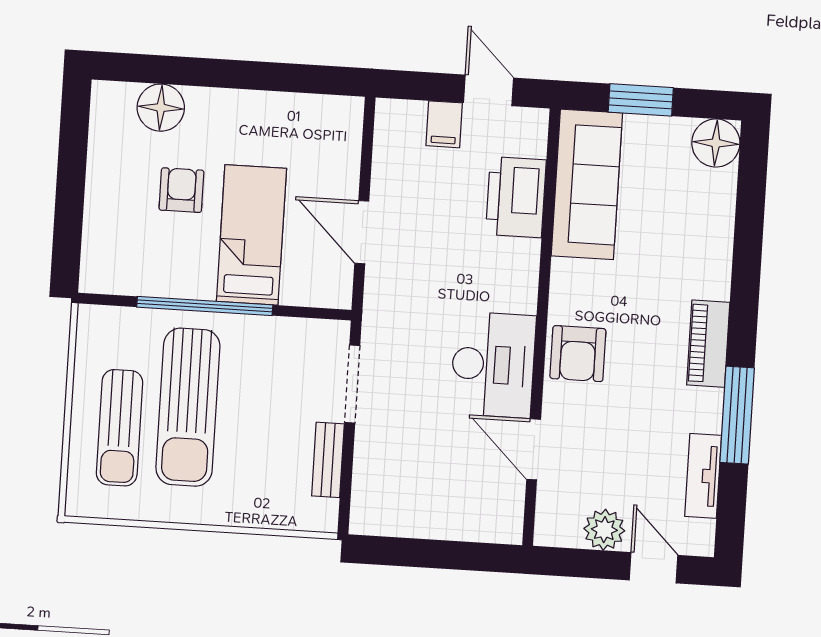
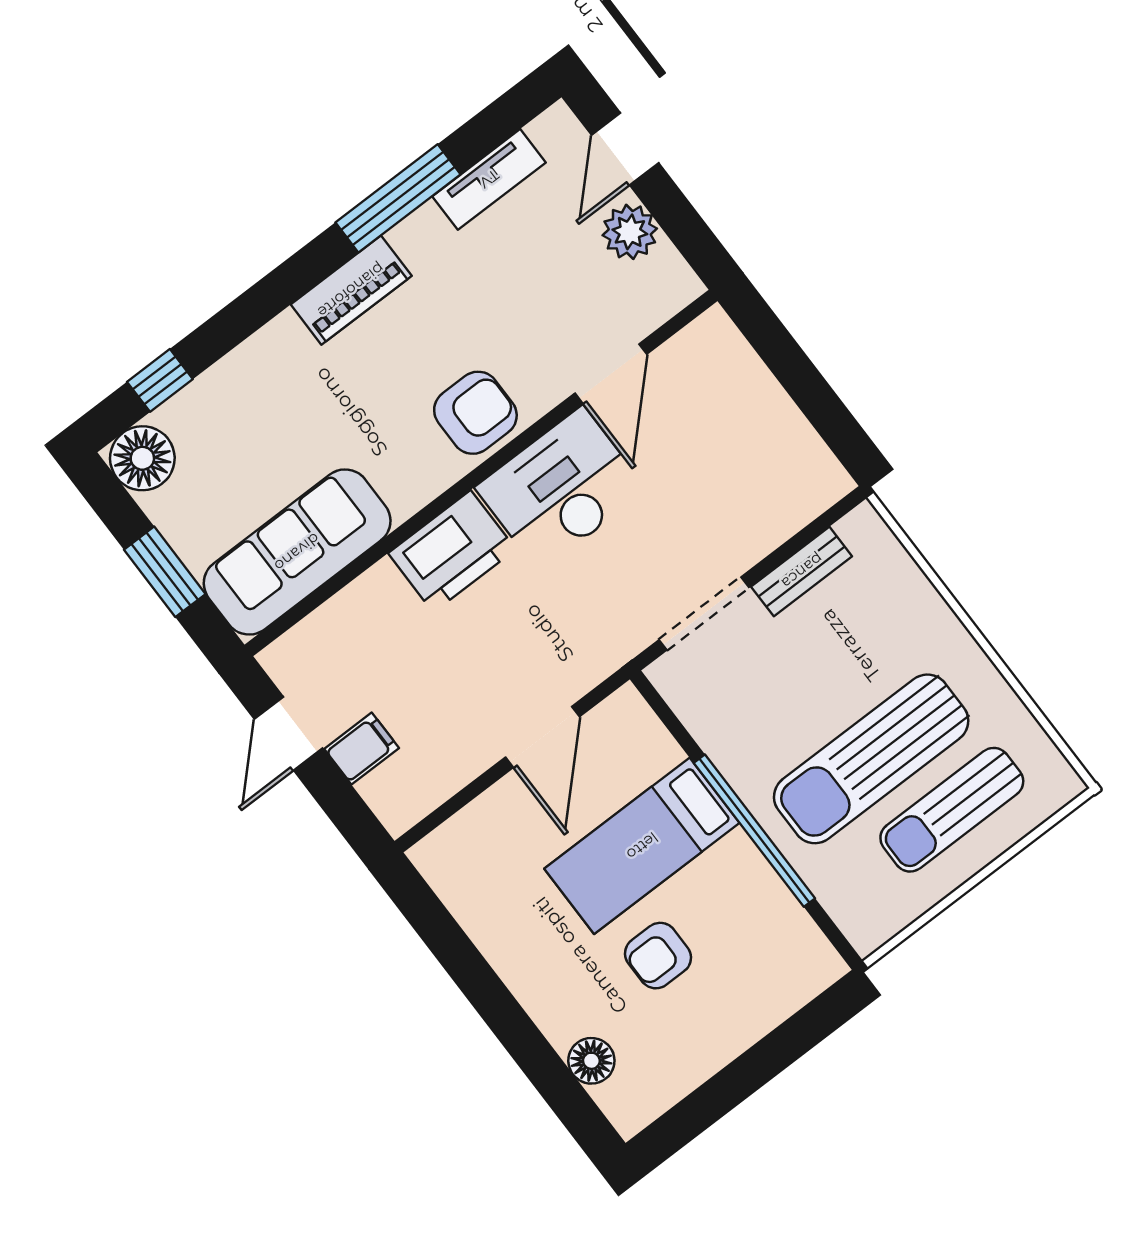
floor lamp: (161, 108) -> (591, 1061), width x0.73, depth x0.73
window: (751, 191) -> (160, 380), added
printer: (516, 197) -> (452, 551), moved
sun lounger: (188, 407) -> (871, 759), turned 180
sun lounger: (120, 428) -> (952, 810), turned 180

